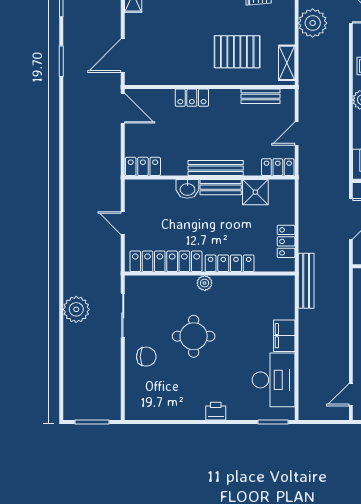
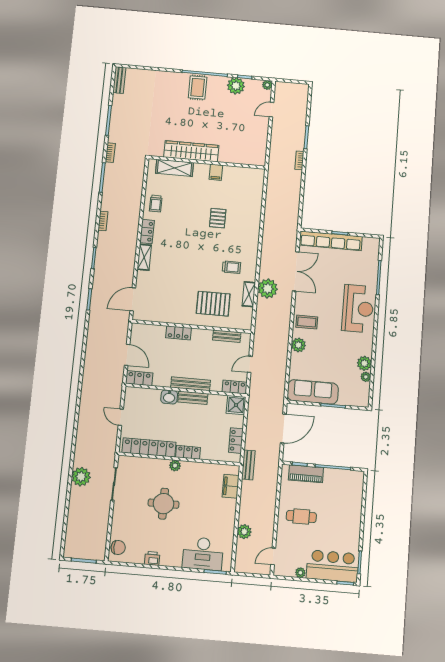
shelving: (287, 63) -> (249, 294), moved
door: (123, 108) -> (127, 355), moved
shower: (255, 192) -> (236, 405), moved
locker: (230, 263) -> (188, 452), width x0.66
bench: (306, 281) -> (248, 465), width x0.73
filing cabinet: (284, 336) -> (231, 486), moved
chair: (146, 357) -> (118, 547), moved
plant: (308, 365) -> (244, 532), added
desk: (274, 380) -> (203, 554), moved, turned 90
printer: (216, 411) -> (152, 558), moved

